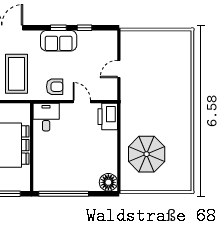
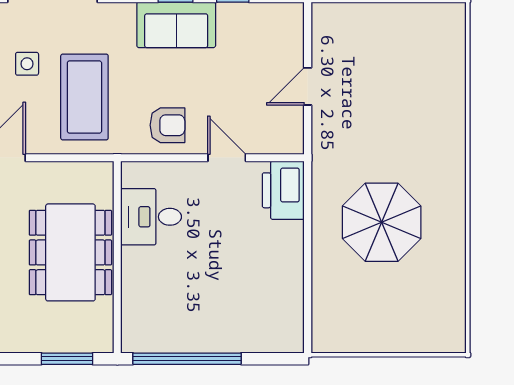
desk: (46, 117) -> (151, 217), moved, turned -90
parasol: (147, 154) -> (382, 222), moved
floor lamp: (108, 182) -> (285, 334), removed

